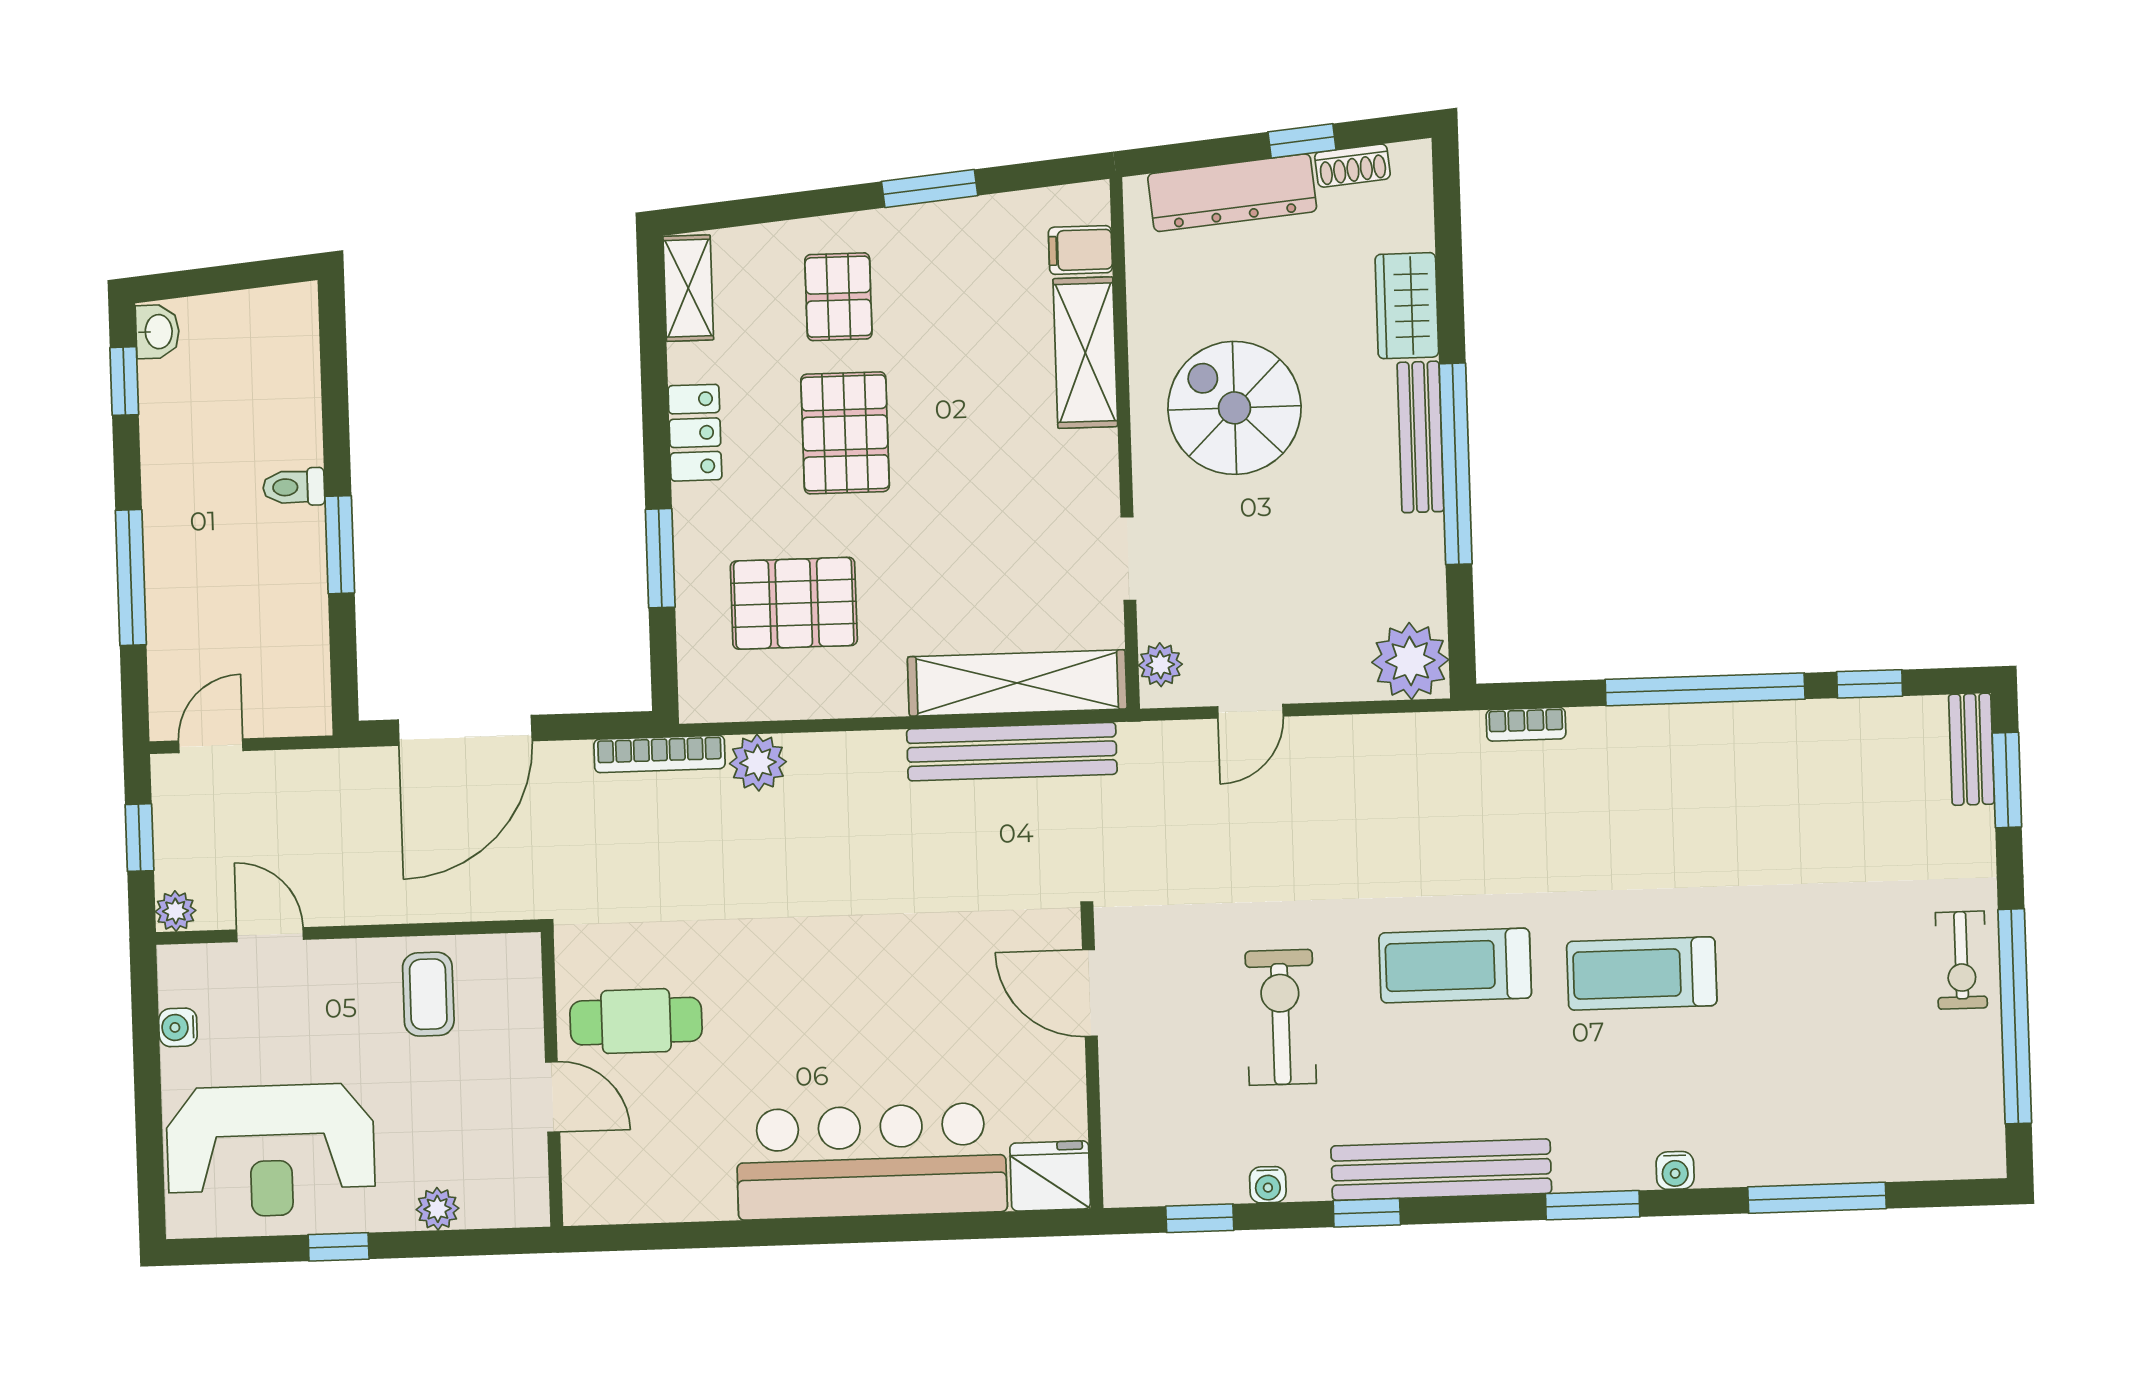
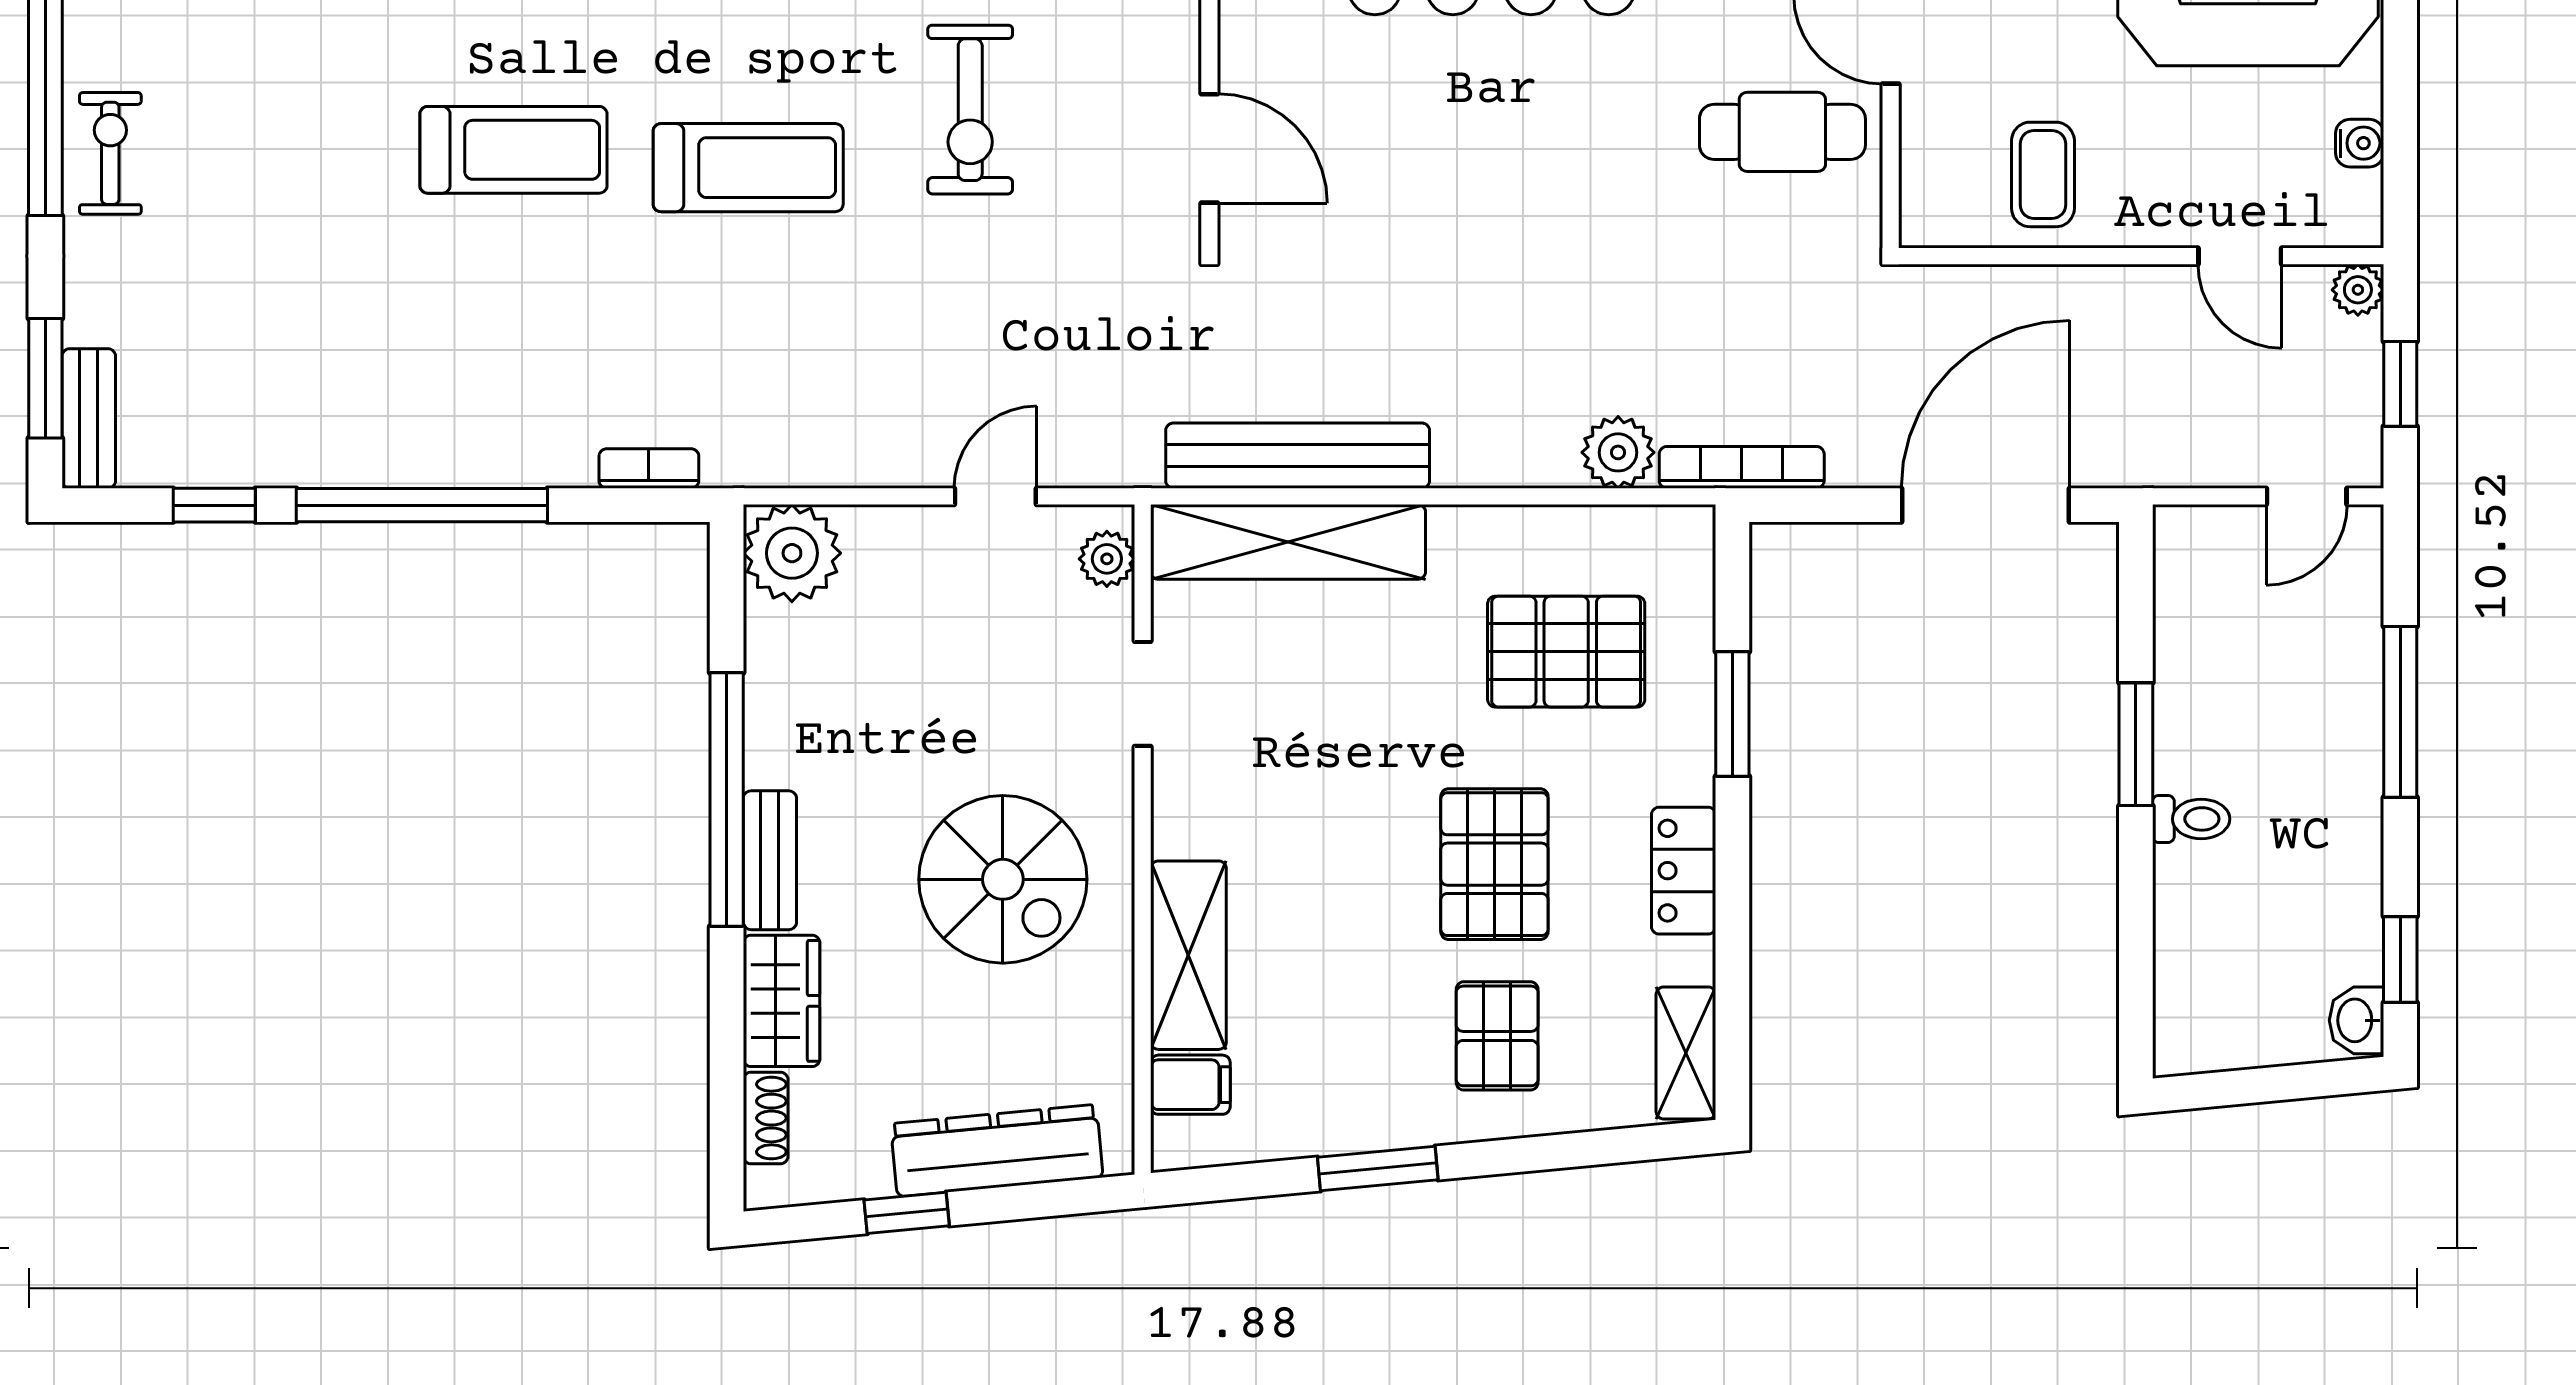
shoe rack: (1352, 166) -> (766, 1118), moved, turned 95
bench: (1420, 437) -> (770, 860), width x0.73

